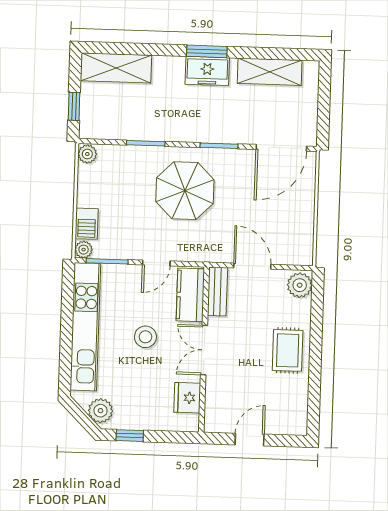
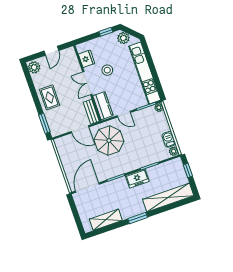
shelving: (116, 68) -> (168, 197), width x1.47
freezer: (207, 71) -> (137, 179), moved, turned 180
parasol: (185, 191) -> (109, 141), moved
barbecue: (87, 224) -> (169, 139), moved
door: (156, 263) -> (124, 114), swing flipped
plant: (300, 285) -> (34, 67), moved
window: (317, 304) -> (44, 123), added
stool: (145, 337) -> (107, 70), moved
double door: (204, 350) -> (87, 83), swing flipped

